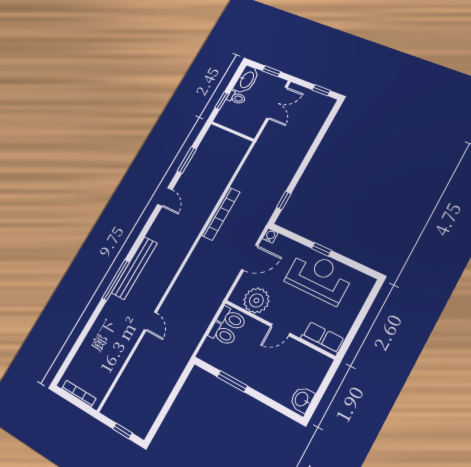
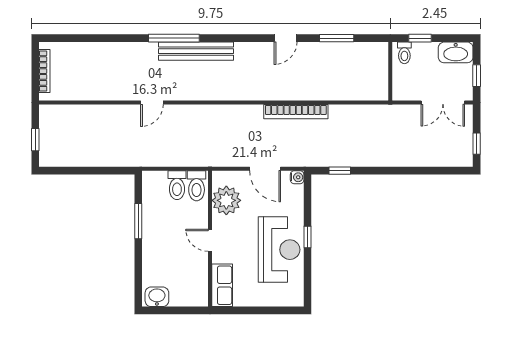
toilet: (236, 98) -> (404, 53), moved

